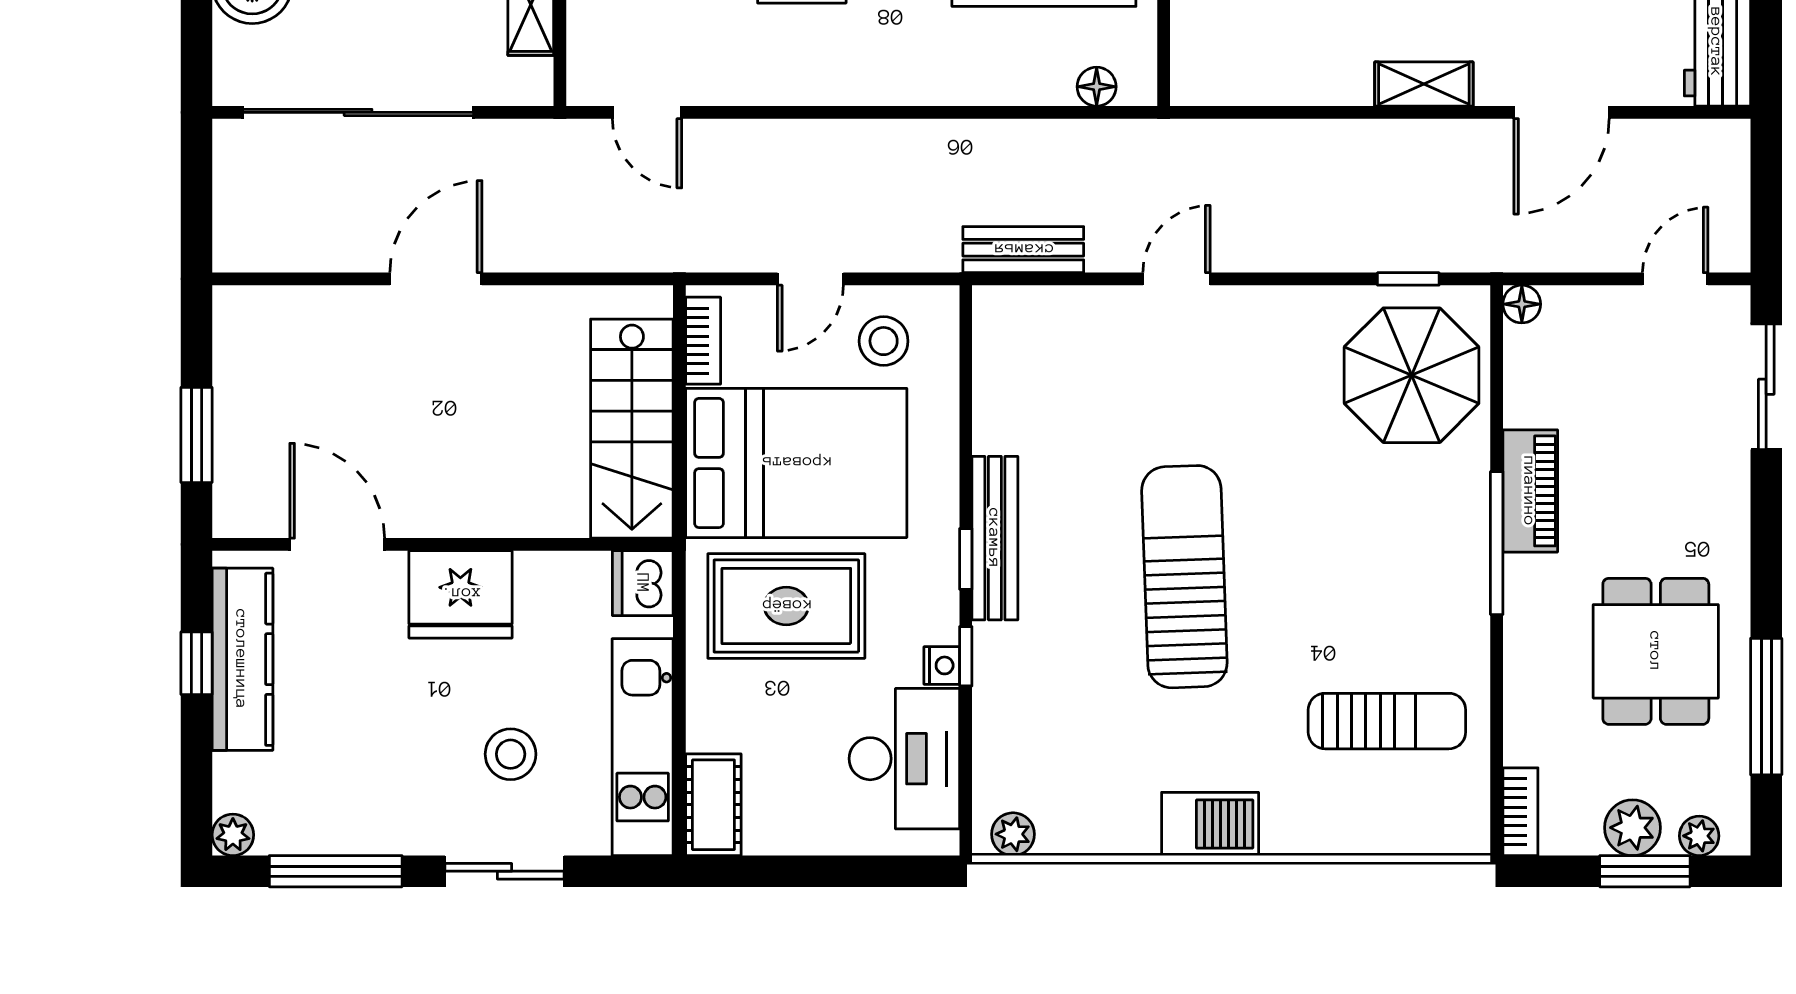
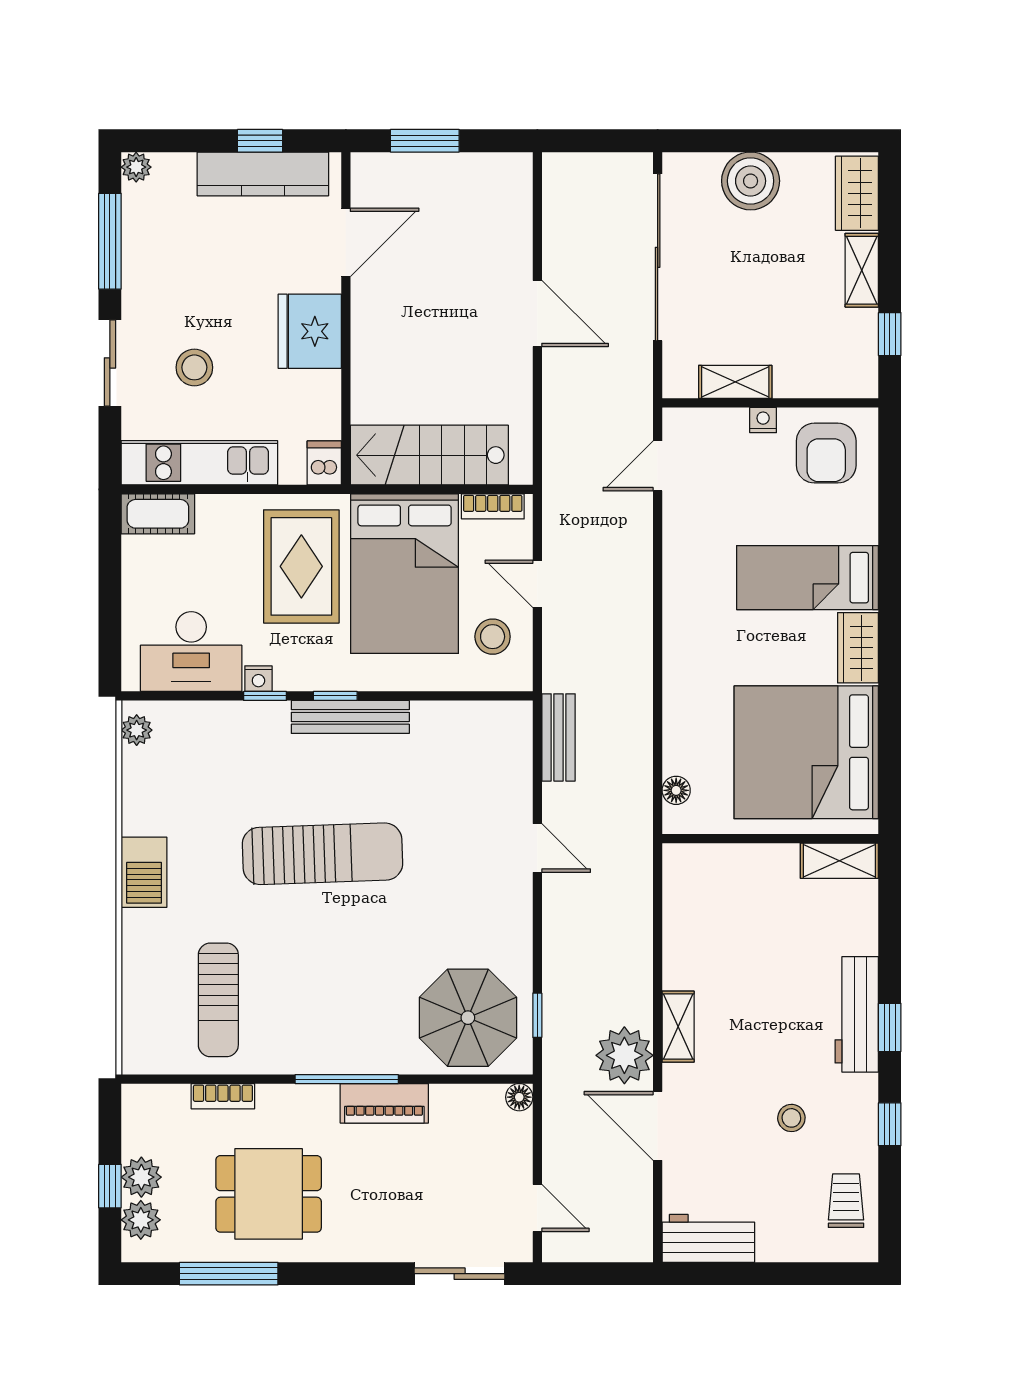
plant: (1464, 158) -> (624, 1055), added
dishwasher: (643, 583) -> (324, 463), width x0.73
bookcase: (1520, 812) -> (223, 1096), moved
plant: (1699, 836) -> (141, 1220), width x1.38, depth x1.38
window: (1645, 871) -> (110, 1186), width x0.67

